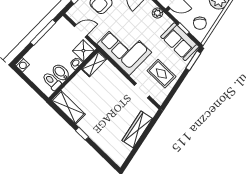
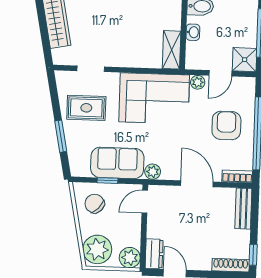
plant: (96, 37) -> (198, 82), added
sofa: (180, 42) -> (117, 163), moved
shower: (83, 51) -> (245, 60), moved
window: (193, 61) -> (61, 136), moved

